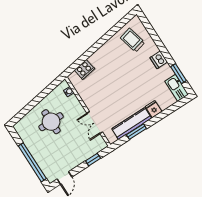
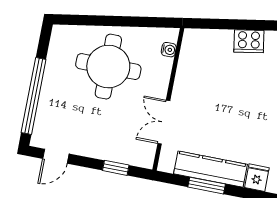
cooker: (84, 69) -> (249, 41), moved
round table: (51, 122) -> (108, 67), width x1.36, depth x1.36

